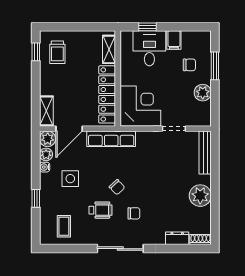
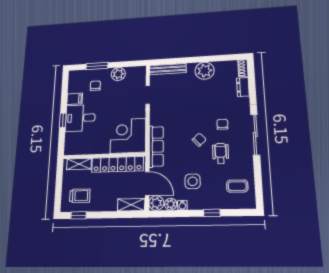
shelving: (109, 49) -> (79, 164), moved
wall: (118, 78) -> (104, 156), moved
locker: (107, 94) -> (117, 164), moved
corner desk: (140, 106) -> (128, 136), moved

